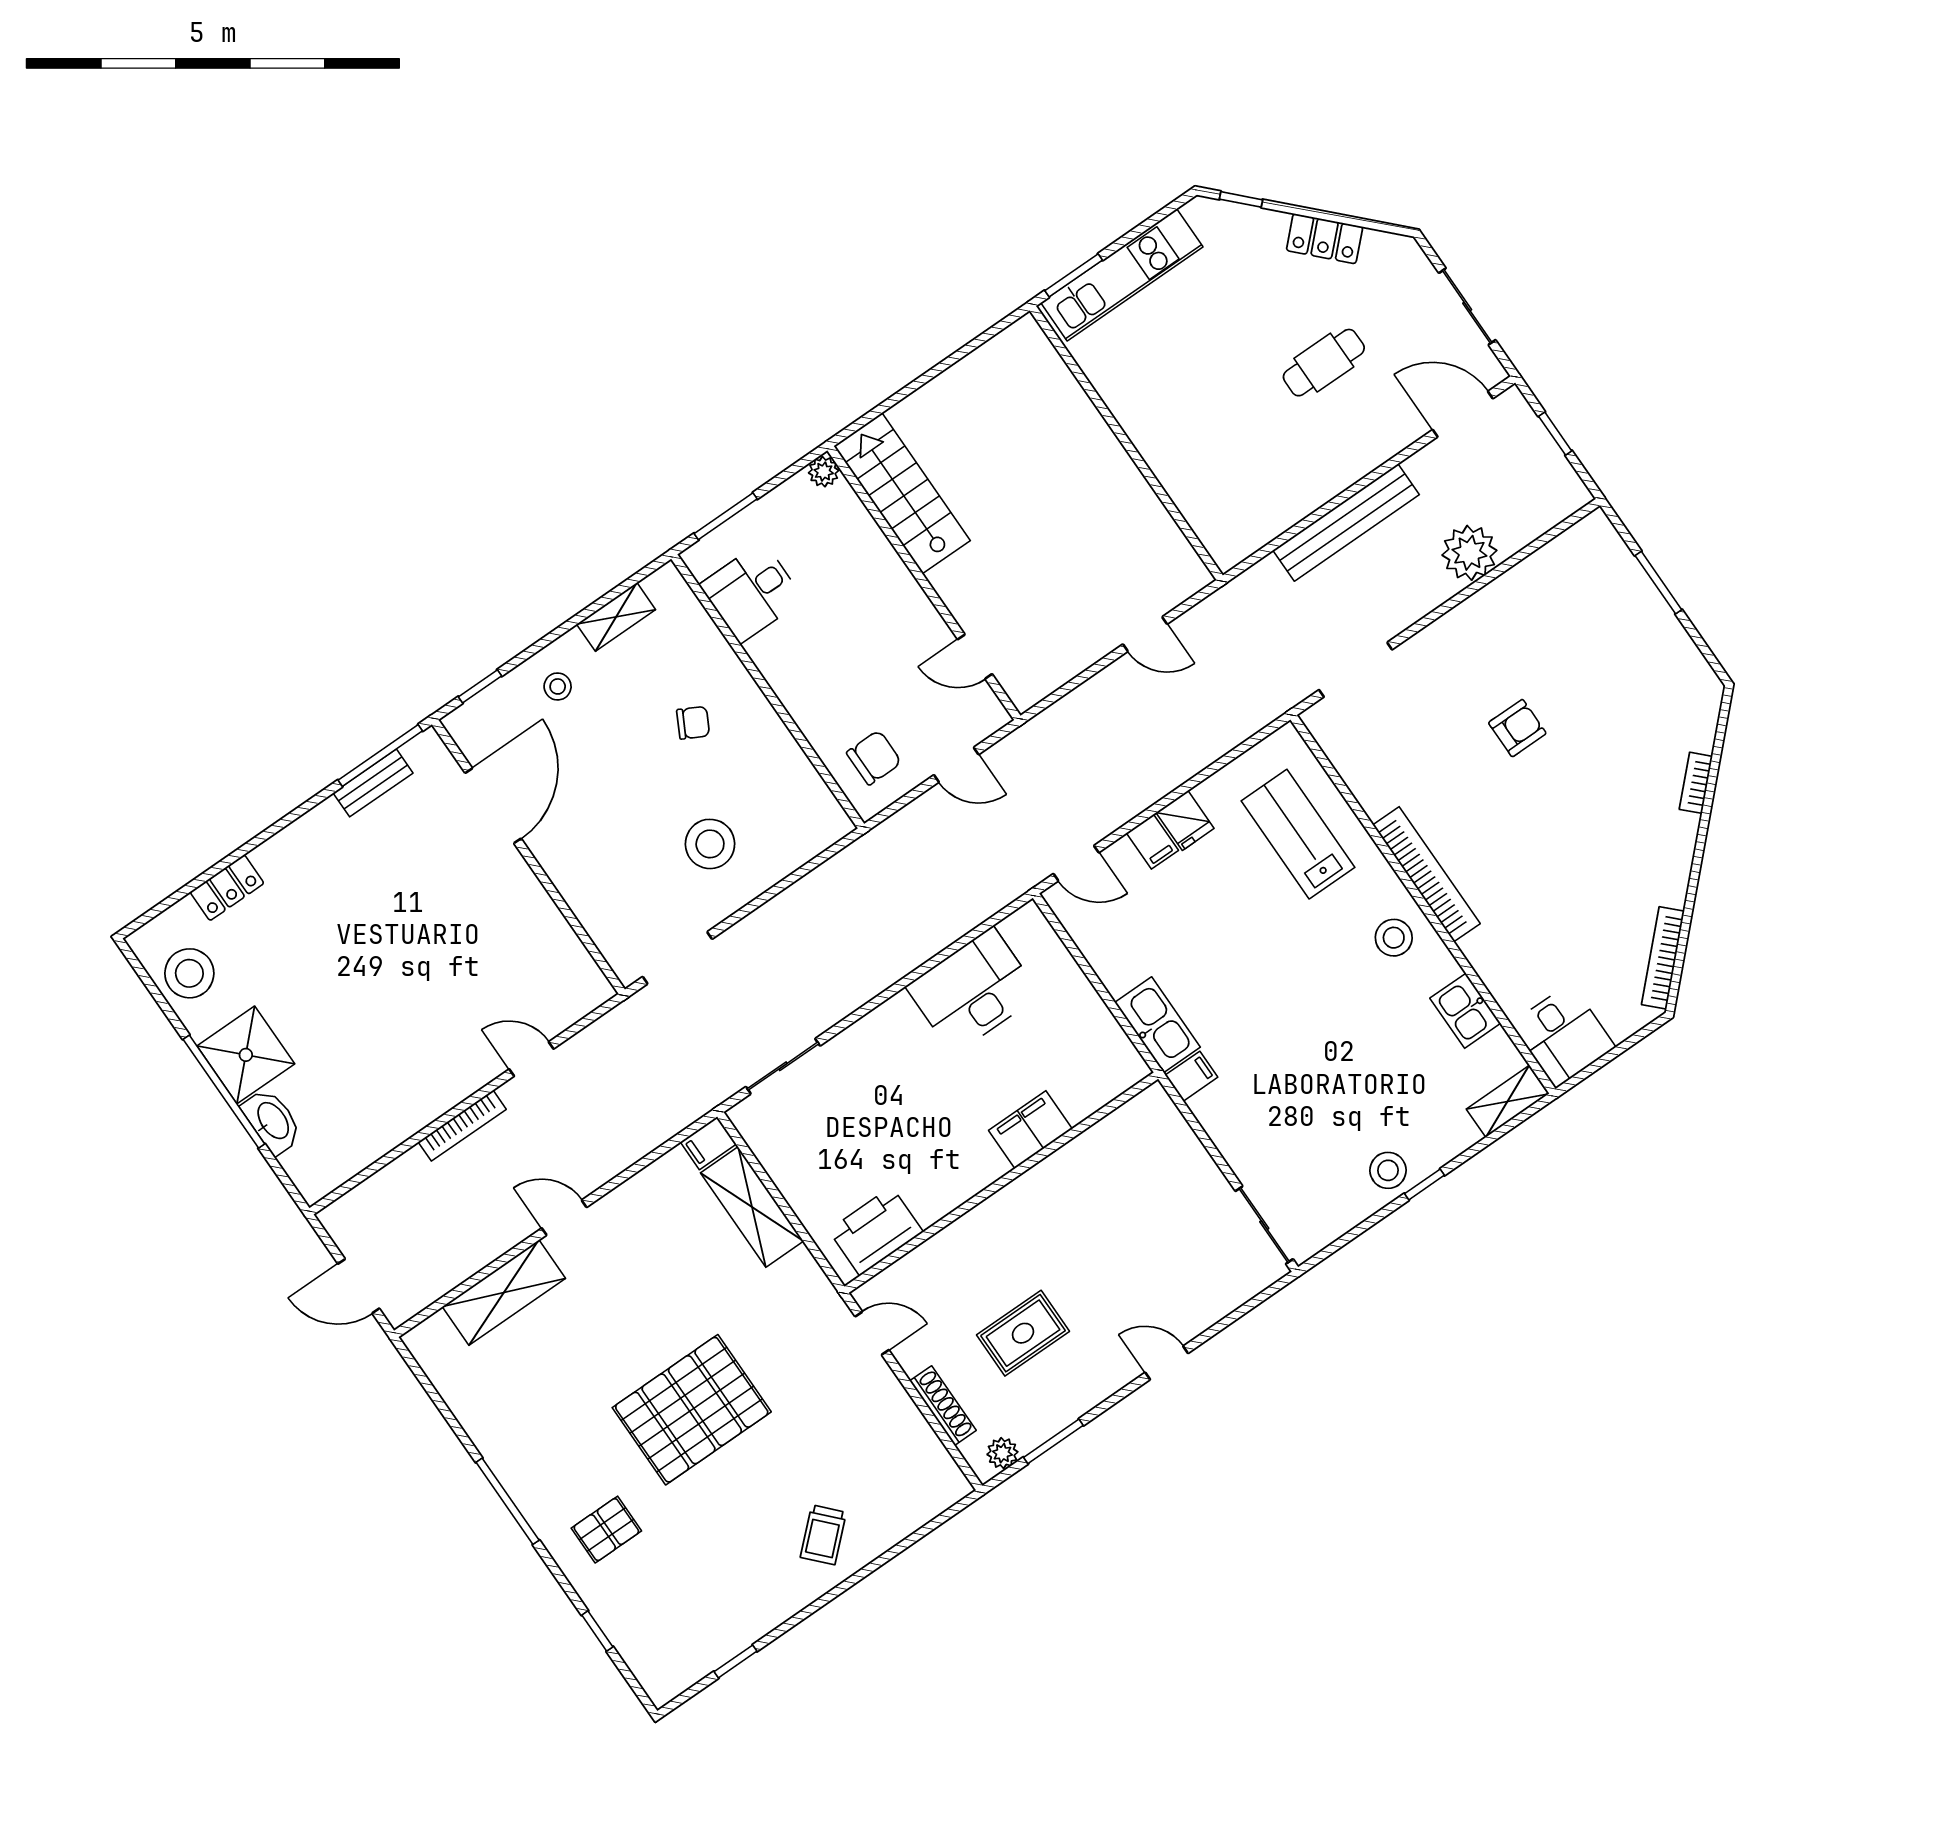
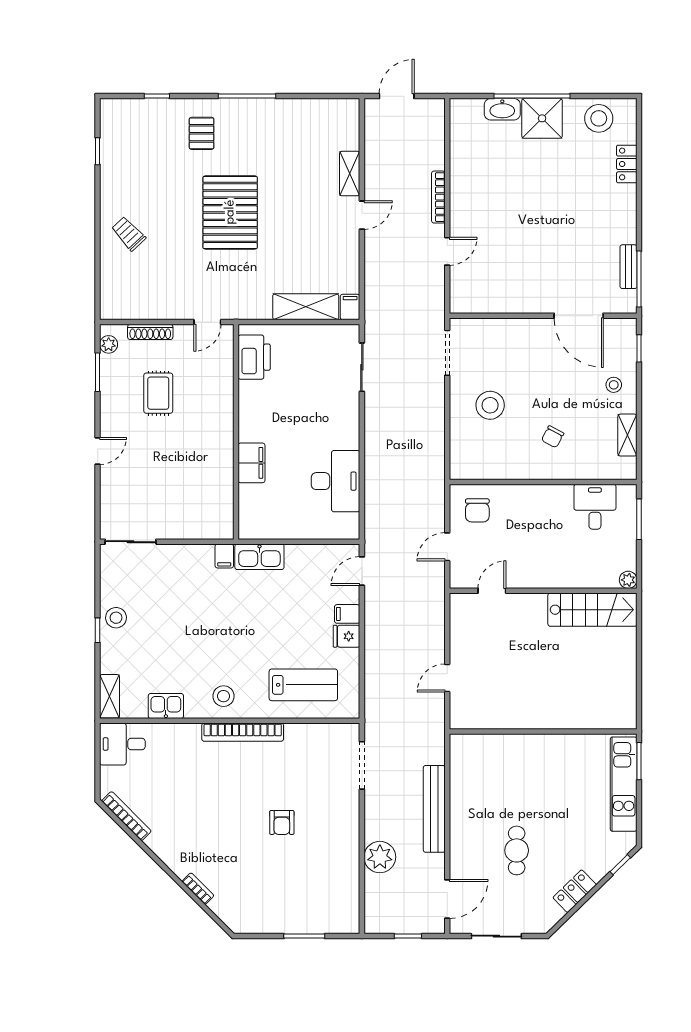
shelving: (504, 1293) -> (350, 174), width x0.67, depth x0.75

